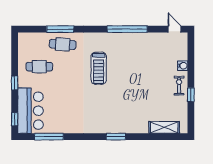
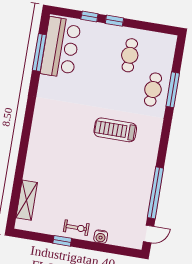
window: (127, 29) -> (155, 193), moved
bar counter: (30, 111) -> (61, 48), moved, turned -90
window: (15, 119) -> (89, 16), moved
window: (116, 137) -> (25, 137), removed

